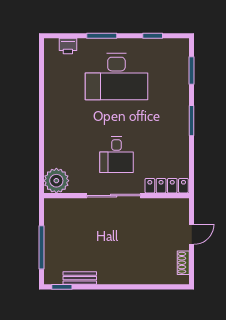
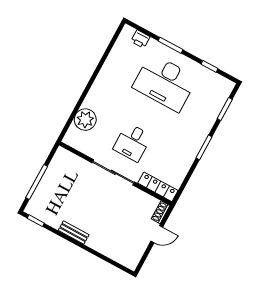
plant: (56, 181) -> (85, 120), moved
shoe rack: (183, 263) -> (161, 212), moved
bench: (80, 278) -> (74, 233), moved

